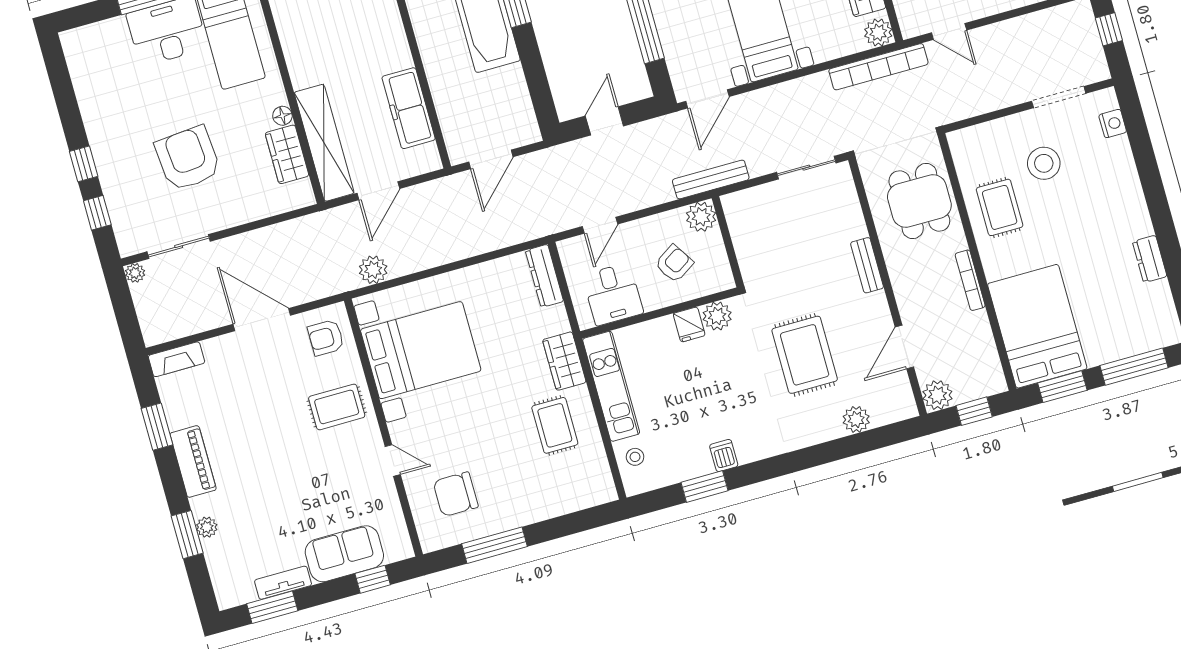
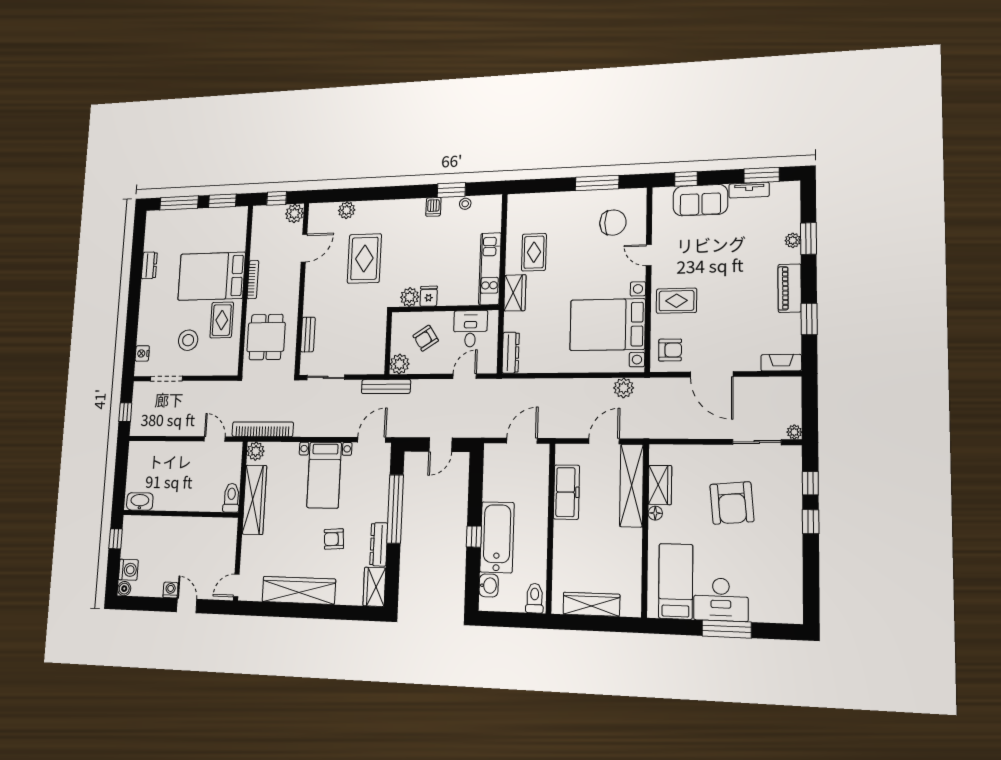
bench: (867, 265) -> (308, 335), moved
bed: (1037, 326) -> (212, 276), moved, turned 90
stool: (635, 457) -> (465, 204), moved

